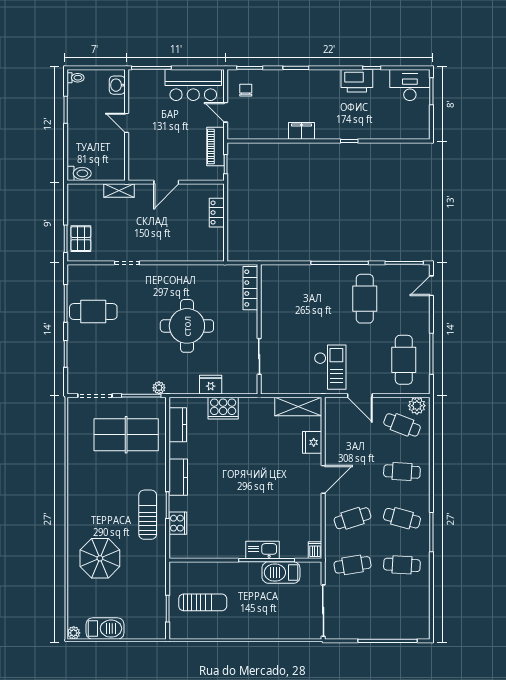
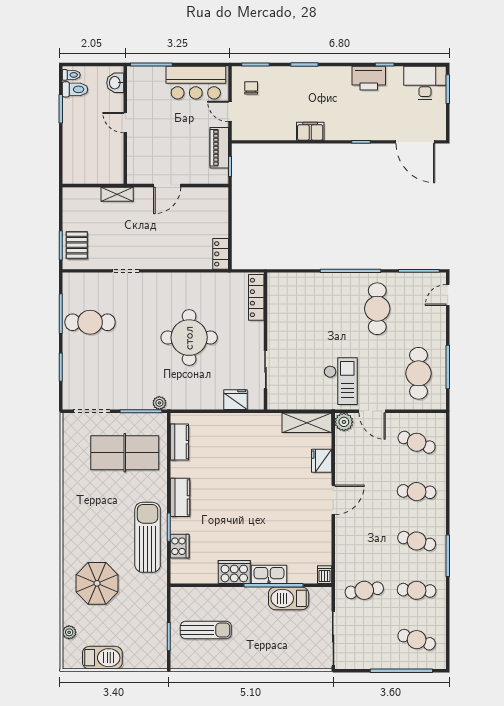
door: (401, 141) -> (415, 142), added
toilet: (79, 173) -> (75, 89), moved
locker: (217, 213) -> (221, 254), moved
fridge: (211, 385) -> (236, 400), moved
plant: (417, 406) -> (344, 422), moved
cooker: (223, 408) -> (234, 572), moved, turned 180
sun lounger: (148, 515) -> (148, 537), width x1.36, depth x1.34
cafe table: (352, 518) -> (417, 640), moved, turned 36
plant: (74, 633) -> (69, 632), moved

